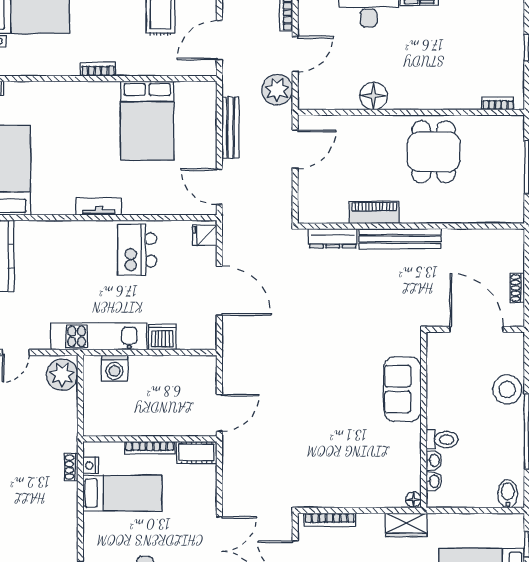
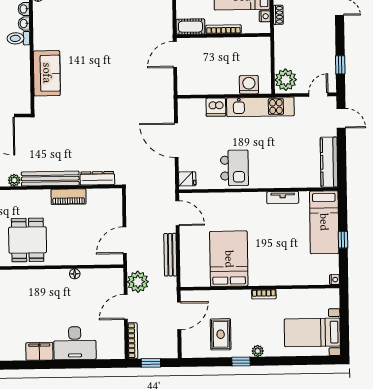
floor lamp: (374, 96) -> (75, 274), width x0.53, depth x0.53
tv unit: (99, 207) -> (283, 198), moved
plant: (451, 237) -> (14, 180), added

